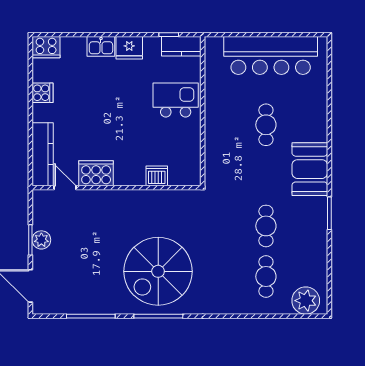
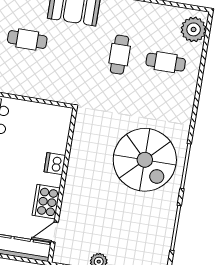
dishwasher: (157, 176) -> (55, 164), moved
cafe table: (266, 226) -> (120, 55), turned 90

